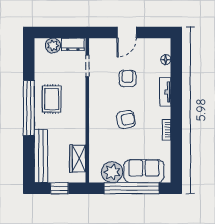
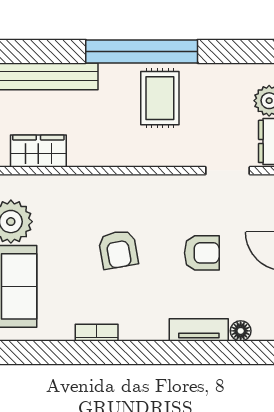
tv unit: (165, 92) -> (199, 330), moved
rug: (52, 99) -> (160, 98), turned 90

